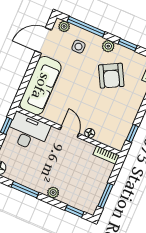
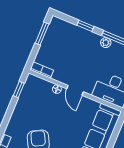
plant: (53, 193) -> (106, 43), moved
window: (74, 211) -> (85, 26), moved

